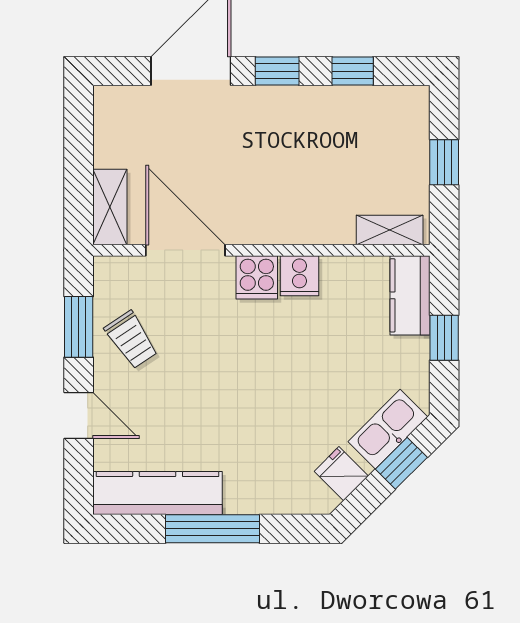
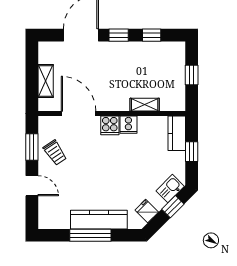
shelving: (110, 207) -> (46, 81), moved
shelving: (390, 230) -> (145, 105), moved
kitchen sink: (388, 429) -> (170, 189), width x0.73
kitchen counter: (158, 493) -> (99, 220), moved

